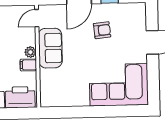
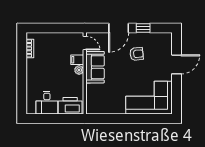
door: (37, 18) -> (85, 43), swing flipped
filing cabinet: (28, 65) -> (77, 60), moved

